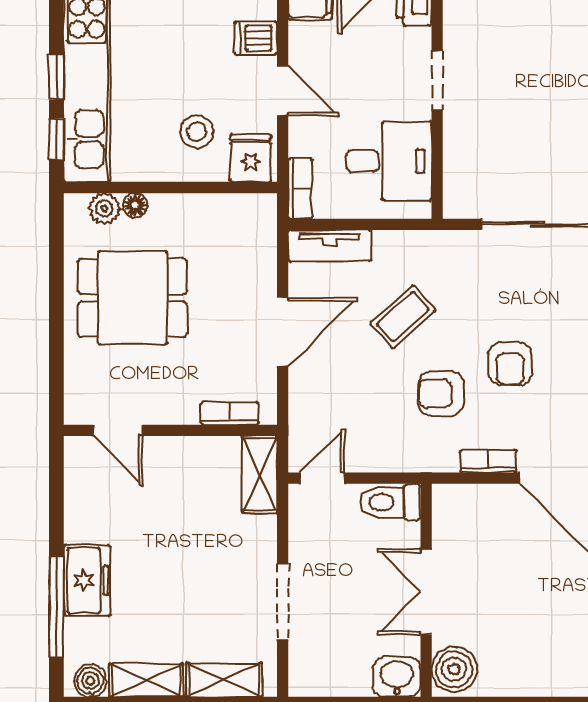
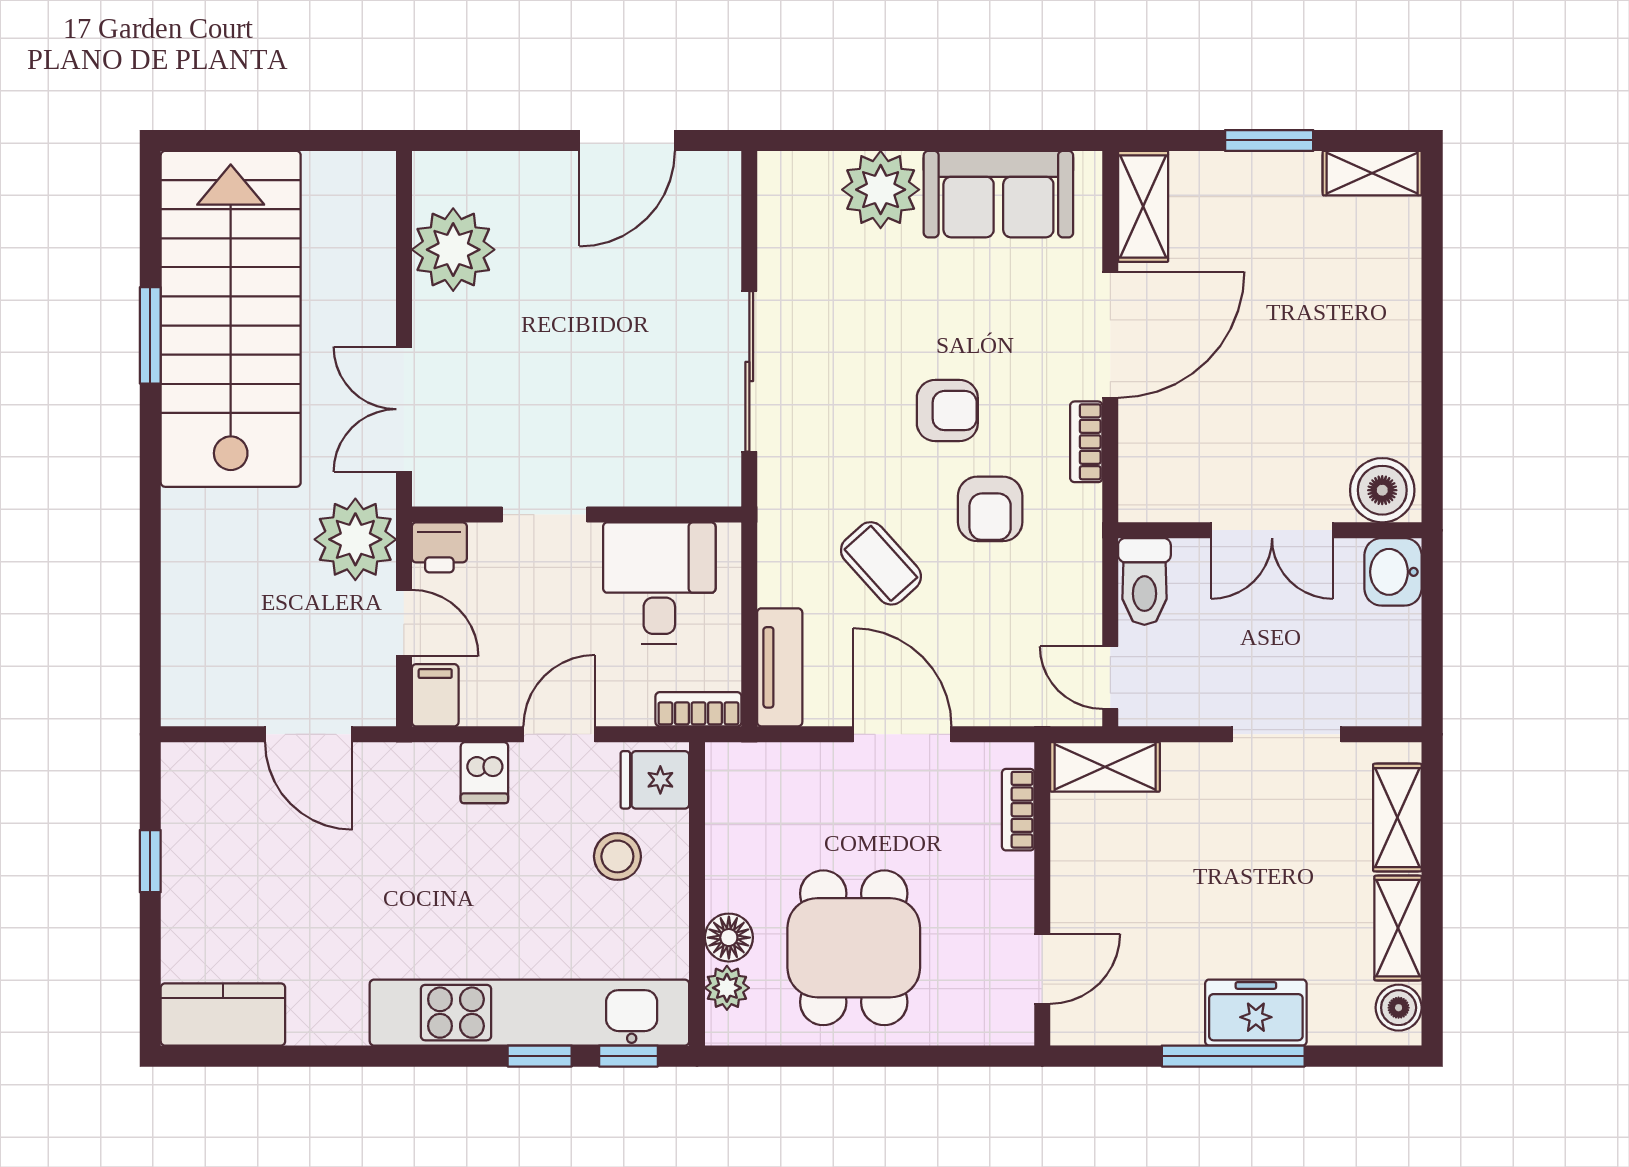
floor lamp: (135, 205) -> (729, 938), width x1.37, depth x1.37
window: (56, 607) -> (1233, 1056), moved

